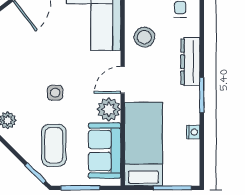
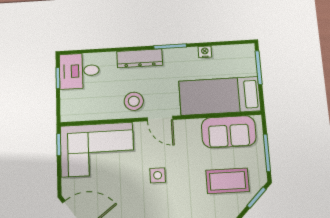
stool: (144, 37) -> (134, 101), moved
side table: (55, 93) -> (158, 175), moved
plant: (109, 109) -> (189, 130), removed

